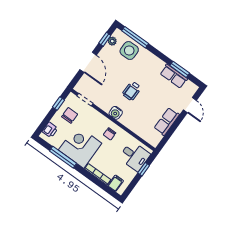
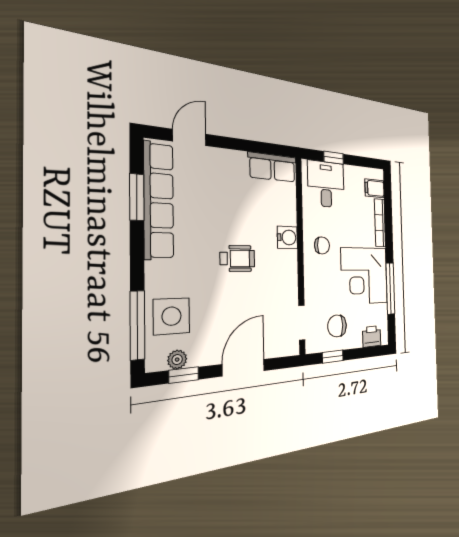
row of seats: (174, 76) -> (159, 201), width x2.02
water cooler: (116, 113) -> (287, 237), moved
row of seats: (167, 121) -> (273, 167), moved

